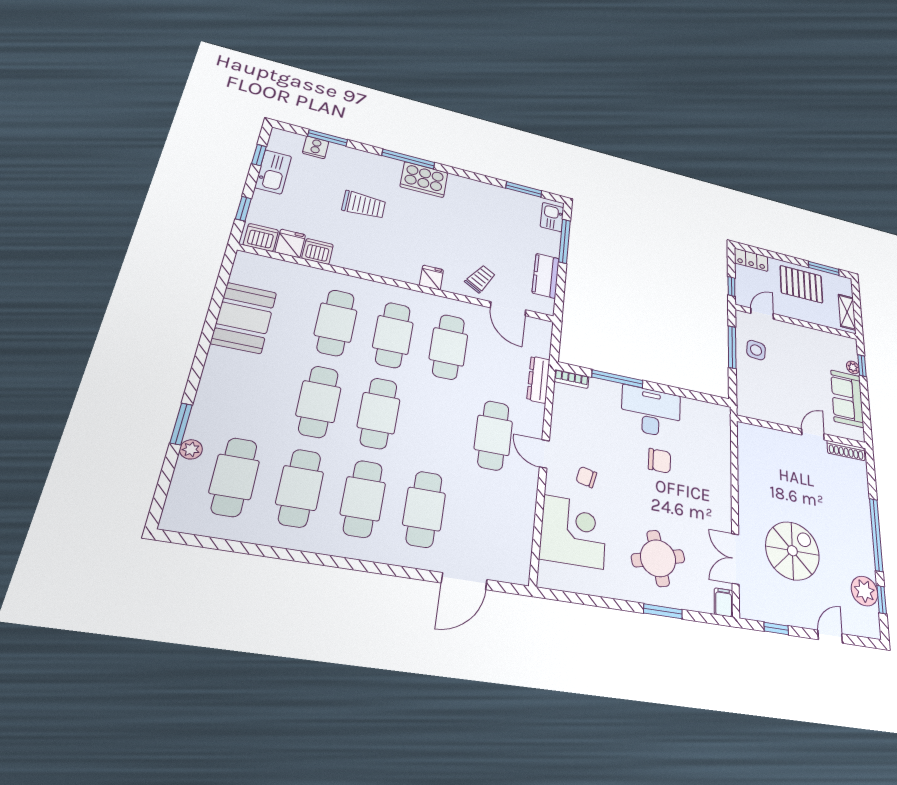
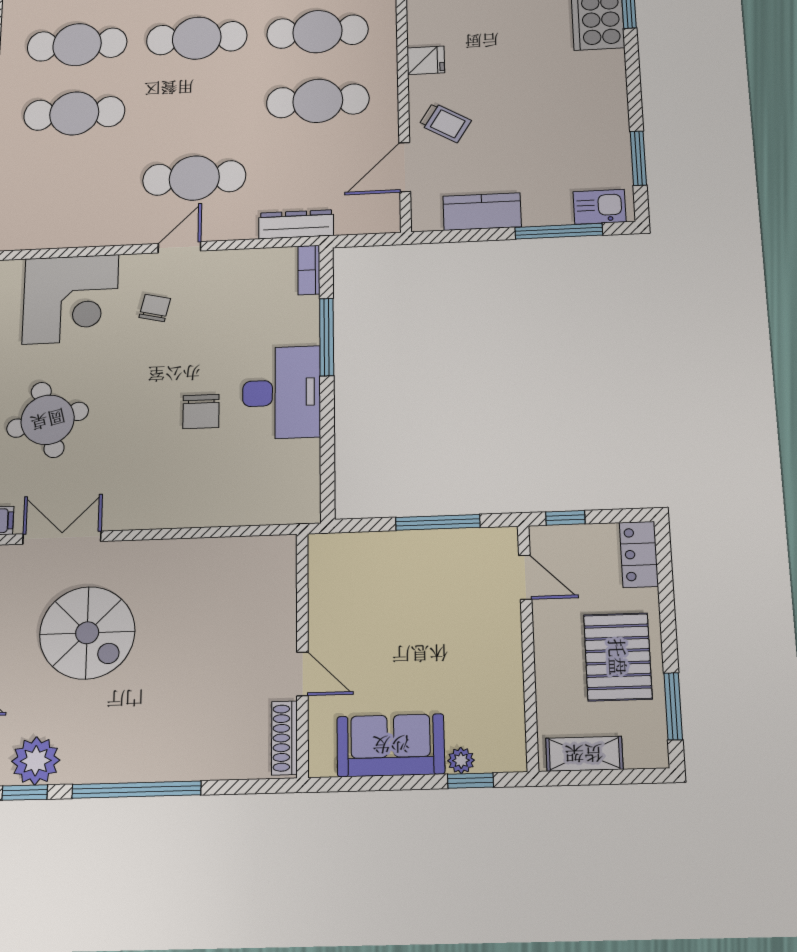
side table: (756, 350) -> (444, 567), removed

